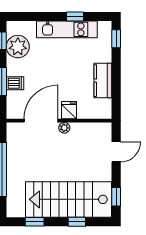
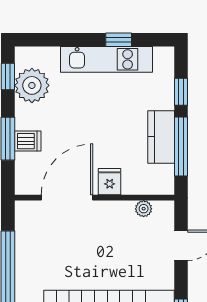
window: (116, 39) -> (181, 92), moved
window: (116, 87) -> (181, 146), added
plant: (64, 128) -> (144, 209), moved

